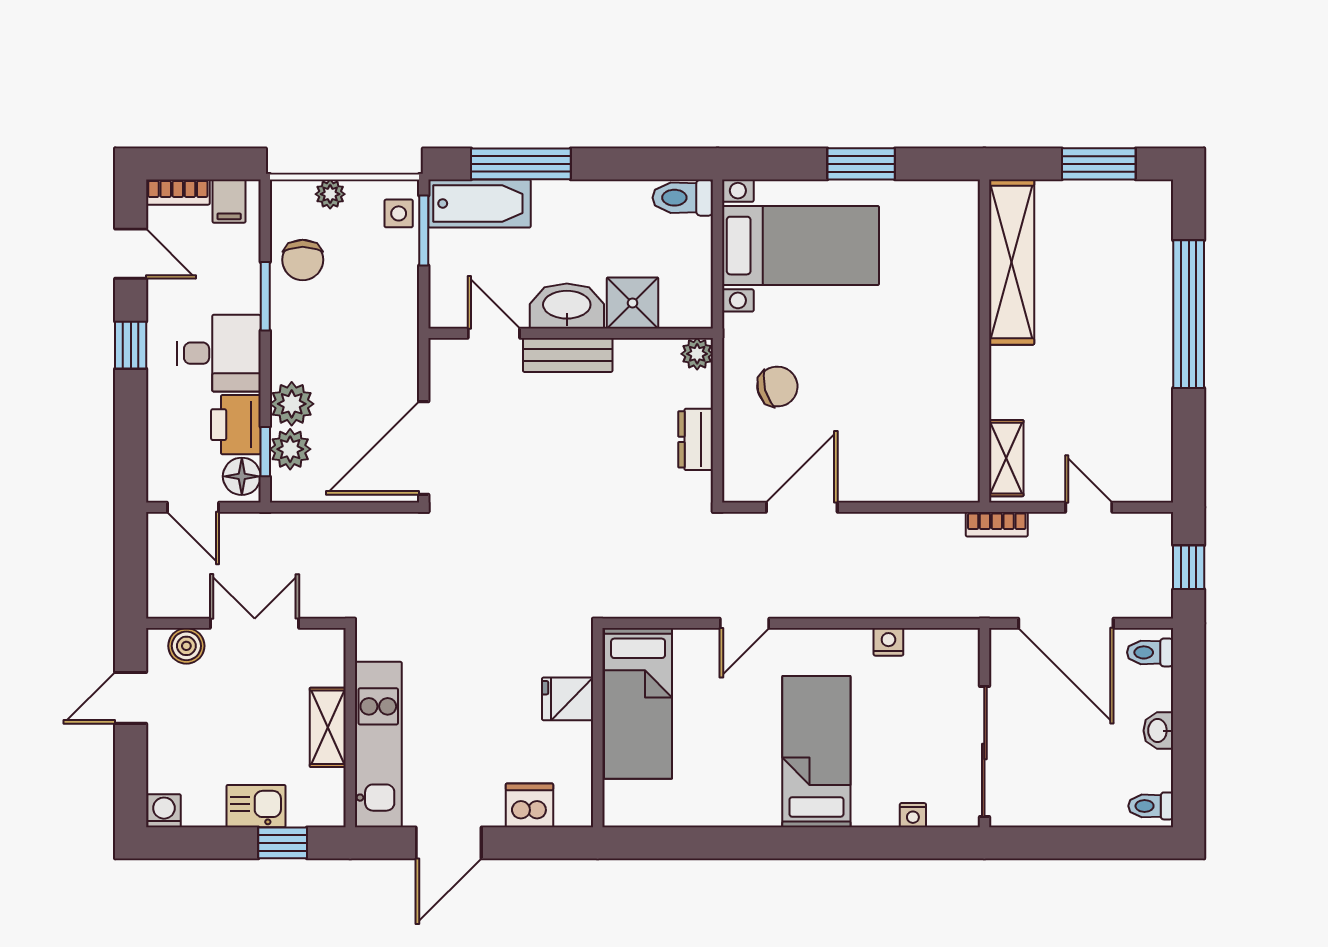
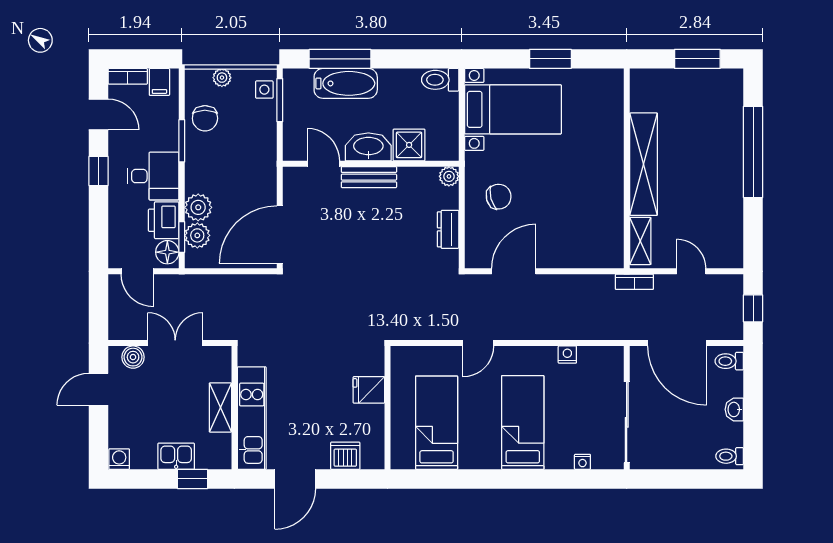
bathtub: (480, 203) -> (346, 83), moved
shelving: (1012, 262) -> (644, 164), moved
bed: (638, 703) -> (437, 423), moved, turned 180

